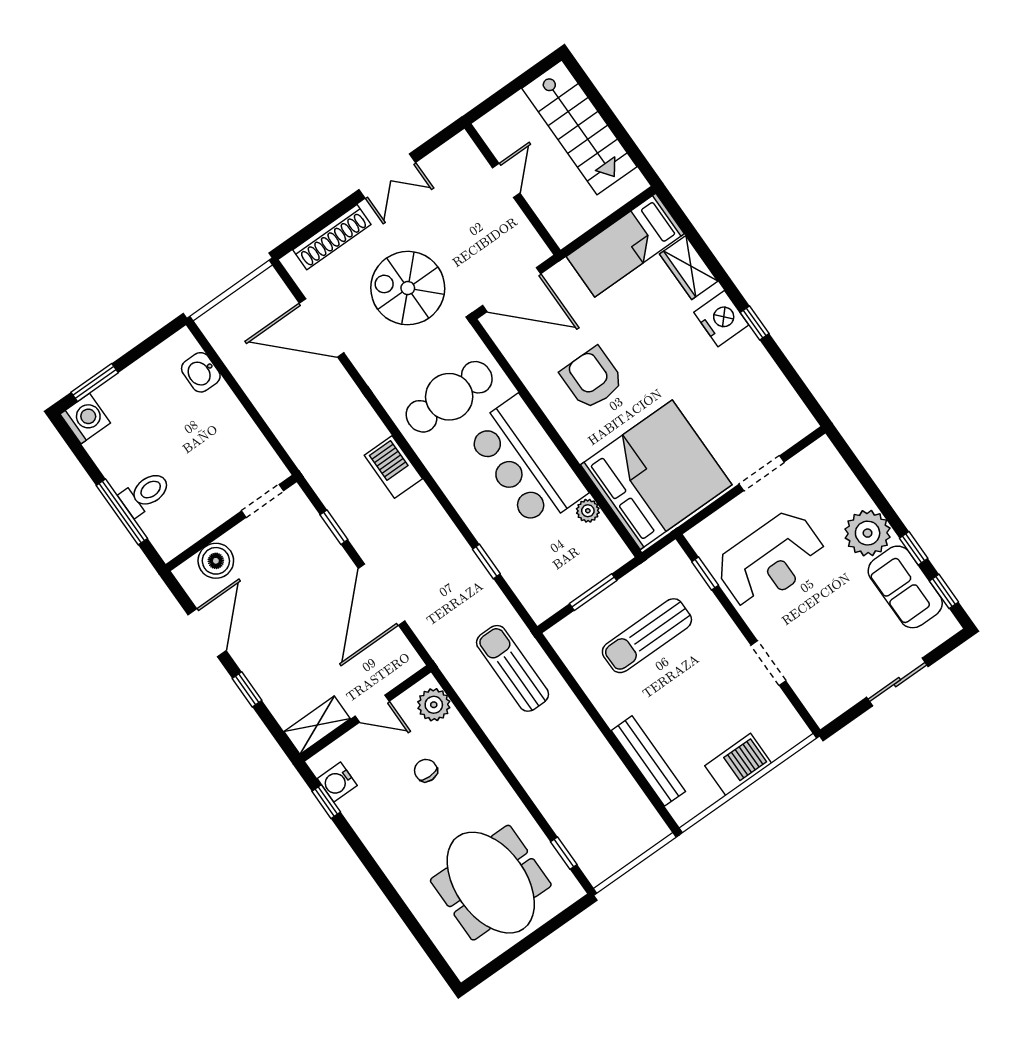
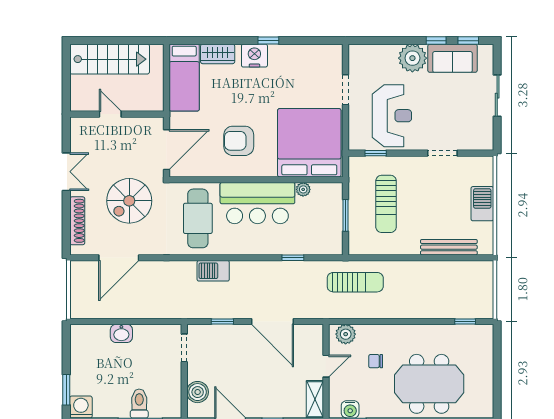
washbasin: (201, 372) -> (121, 333), moved
sun lounger: (513, 668) -> (355, 282), turned 180
meeting table: (491, 883) -> (429, 384), moved

